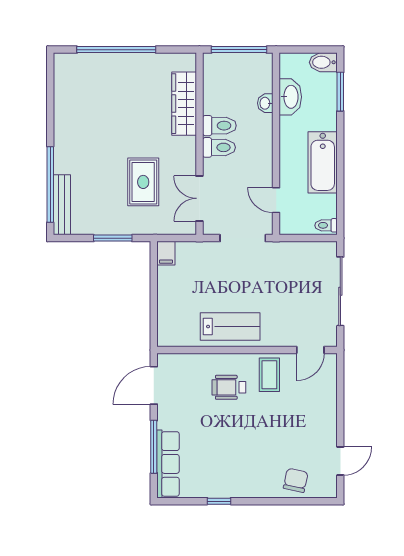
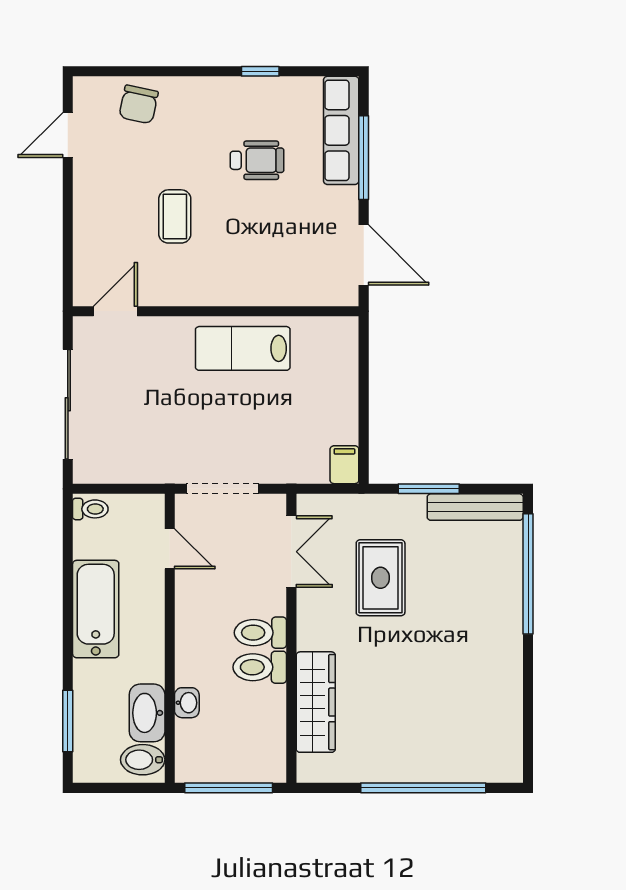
bidet: (323, 62) -> (143, 760), moved, turned 180
bench: (62, 205) -> (475, 507), moved, turned 90
coffee table: (269, 375) -> (175, 216), moved
door: (154, 385) -> (364, 255), hinge flipped
wheelchair: (229, 387) -> (257, 160), moved

